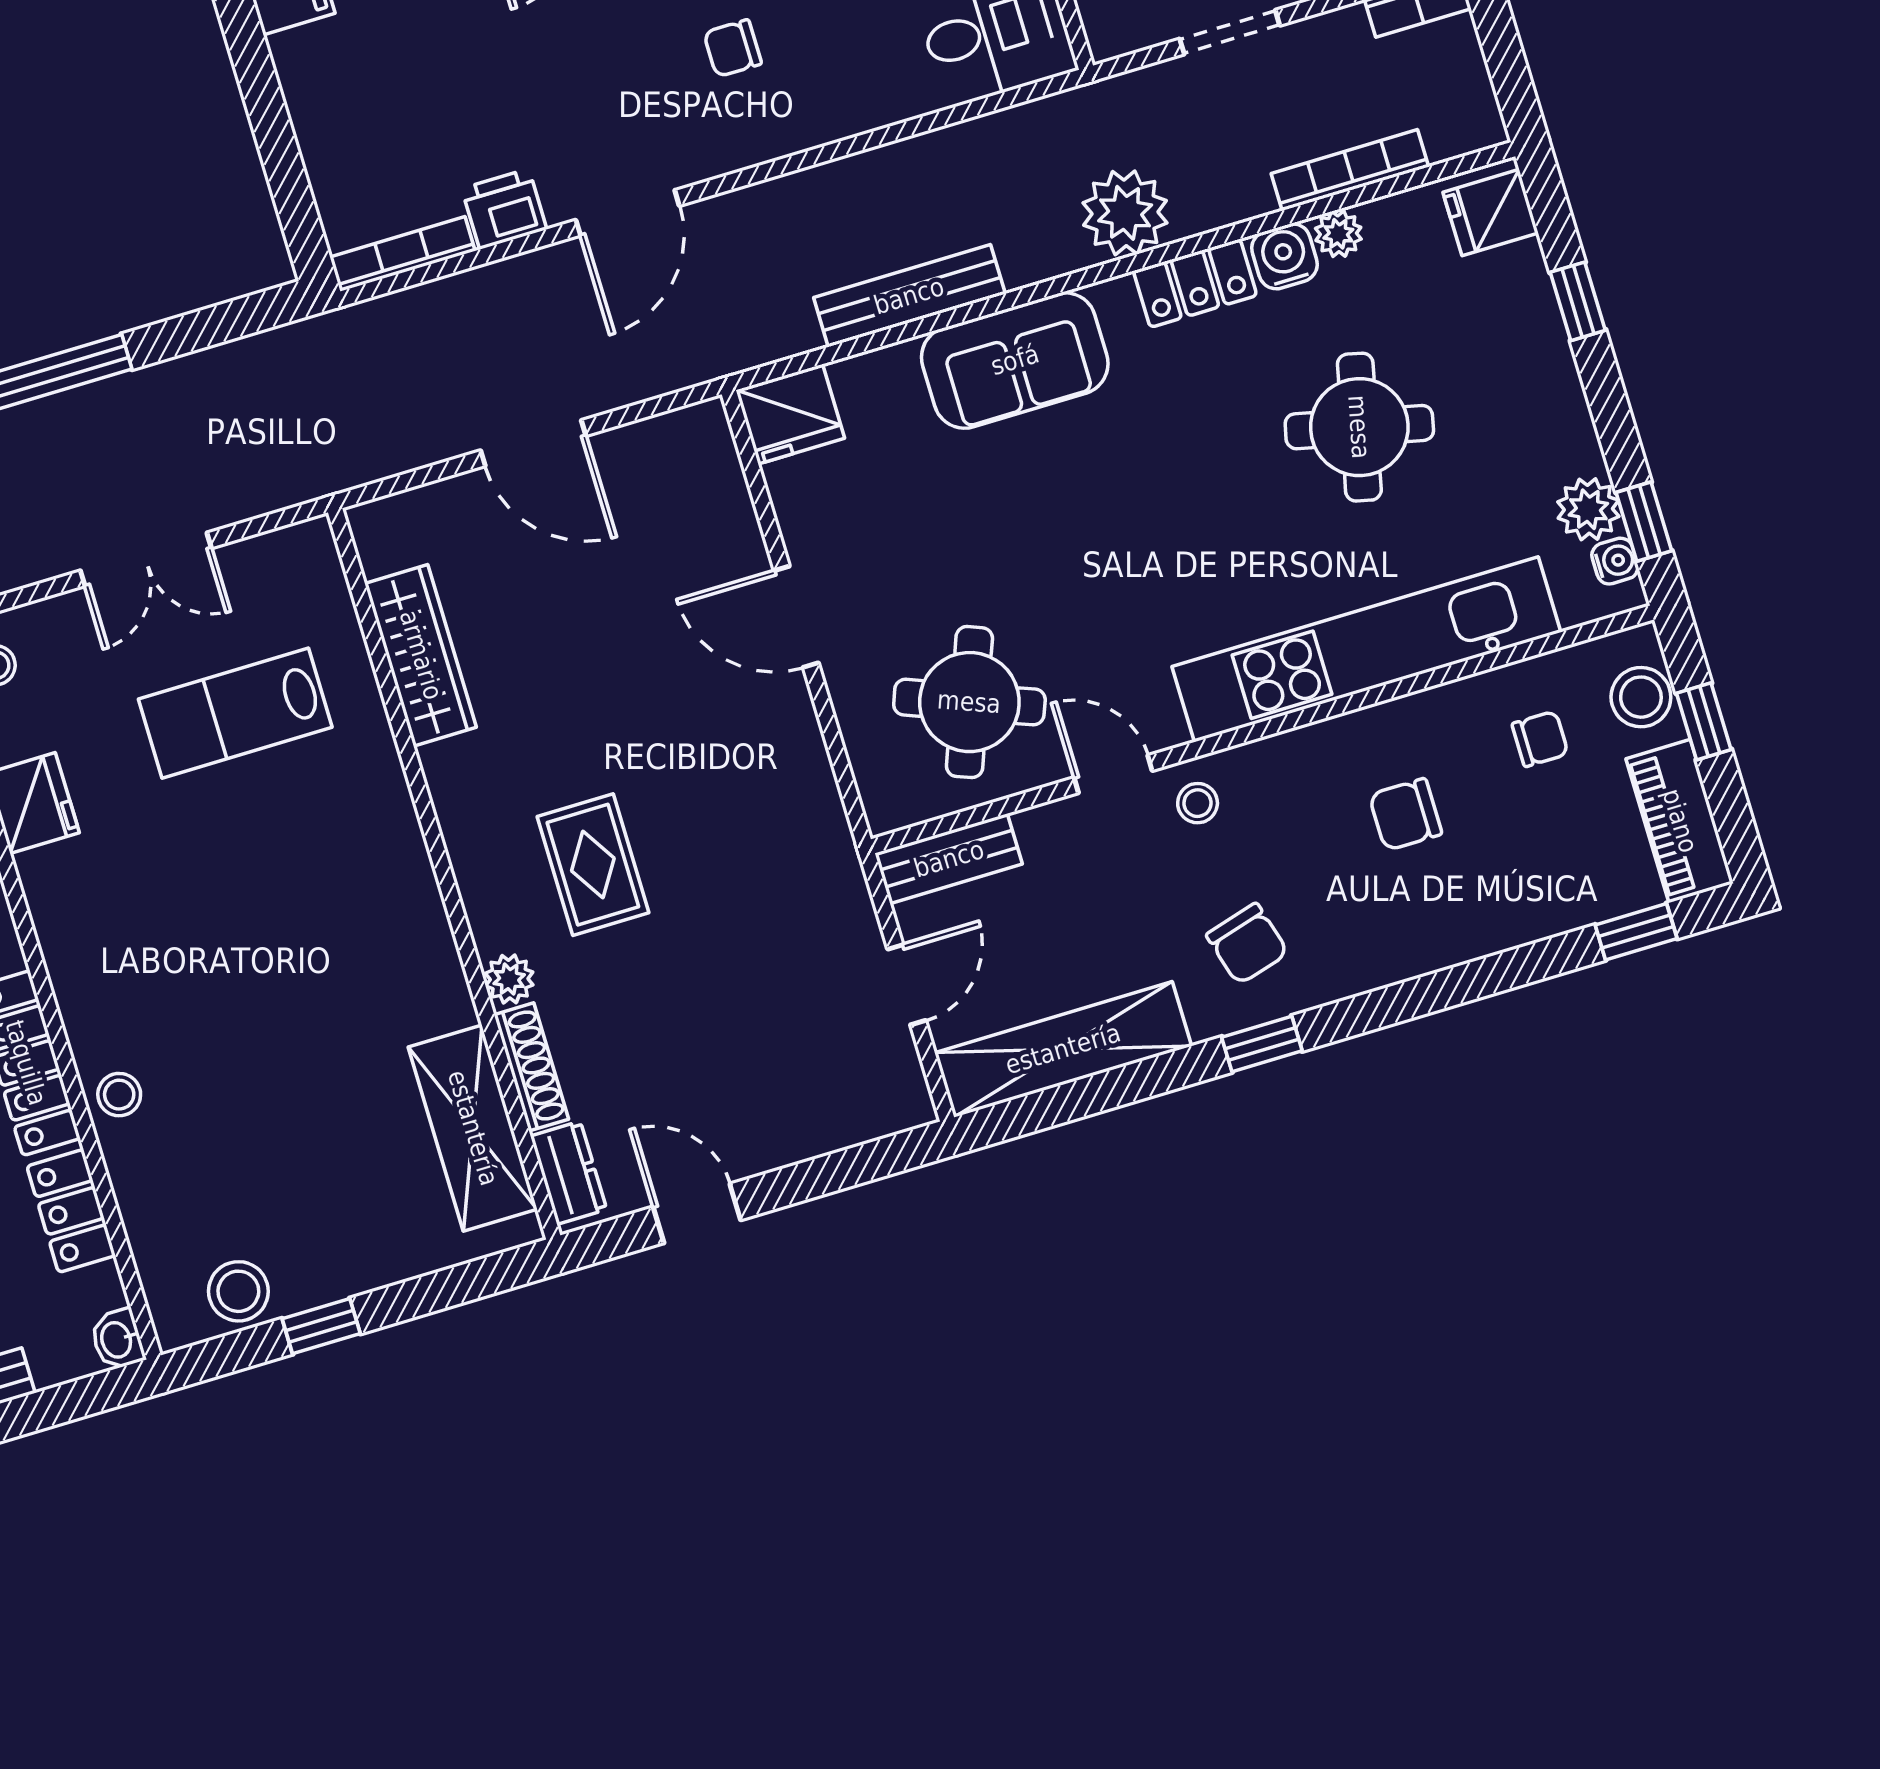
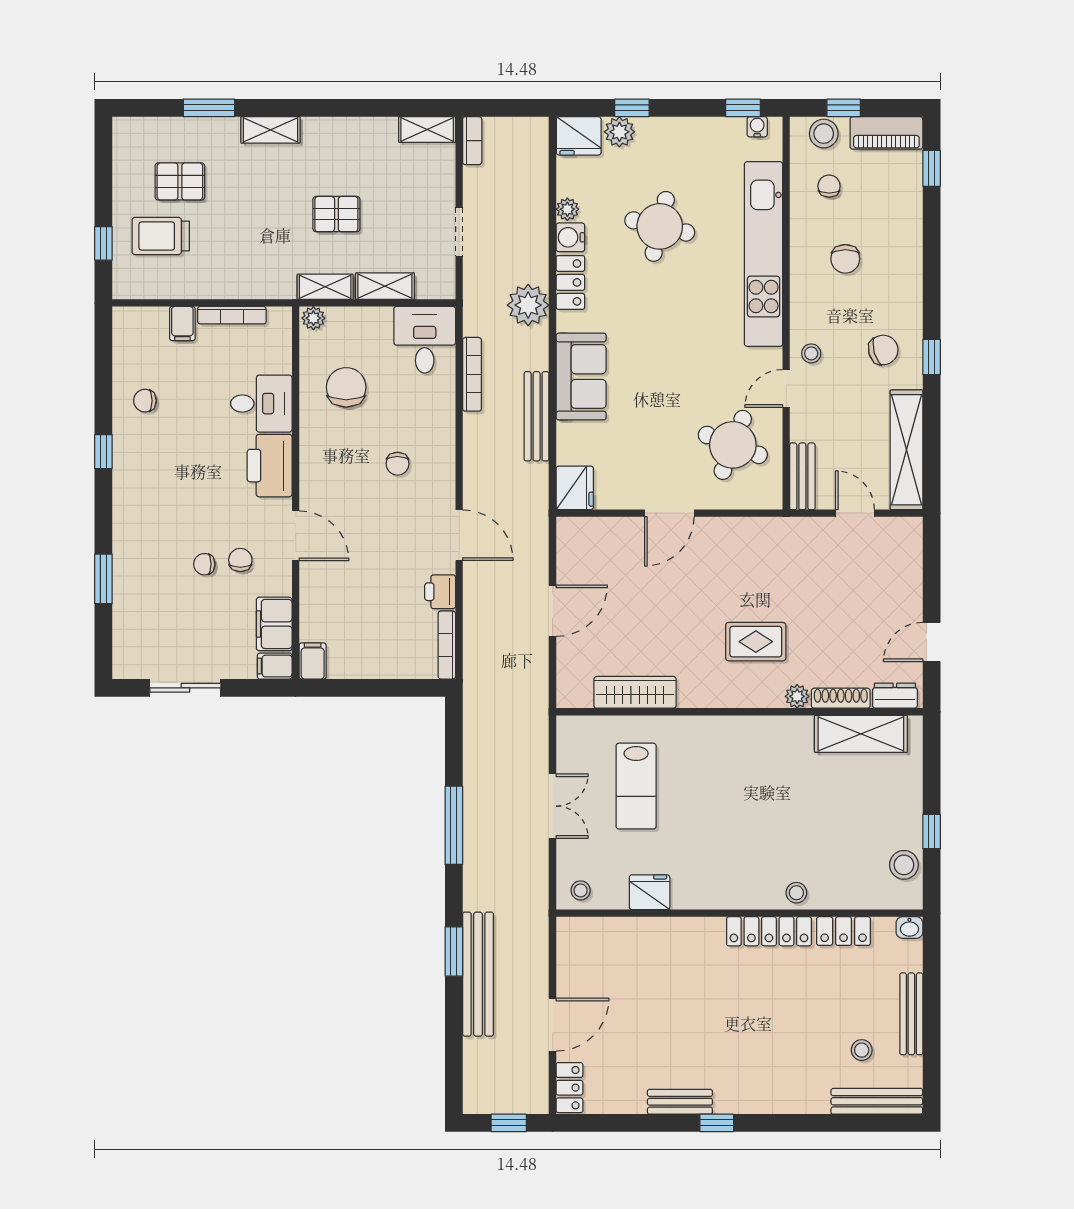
bookcase: (1350, 170) -> (472, 374), moved, turned 180
fridge: (1491, 213) -> (579, 136), width x1.38
plant: (1588, 509) -> (619, 132), moved

